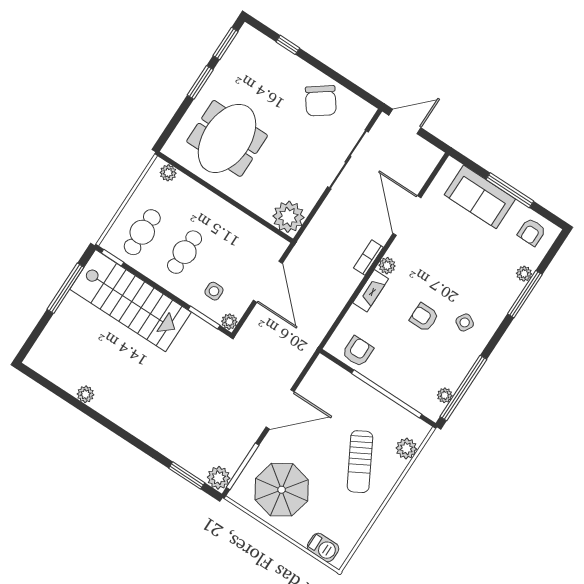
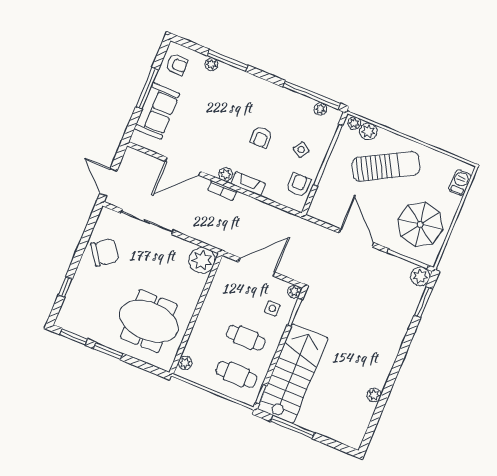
side table: (465, 322) -> (301, 150), moved
armchair: (358, 351) -> (299, 185), turned 90
plant: (420, 433) -> (354, 123), added
sun lounger: (360, 462) -> (386, 166), width x1.36, depth x1.34

